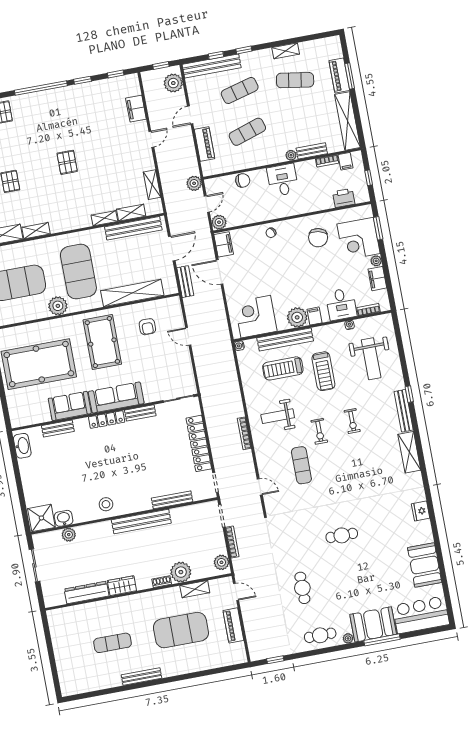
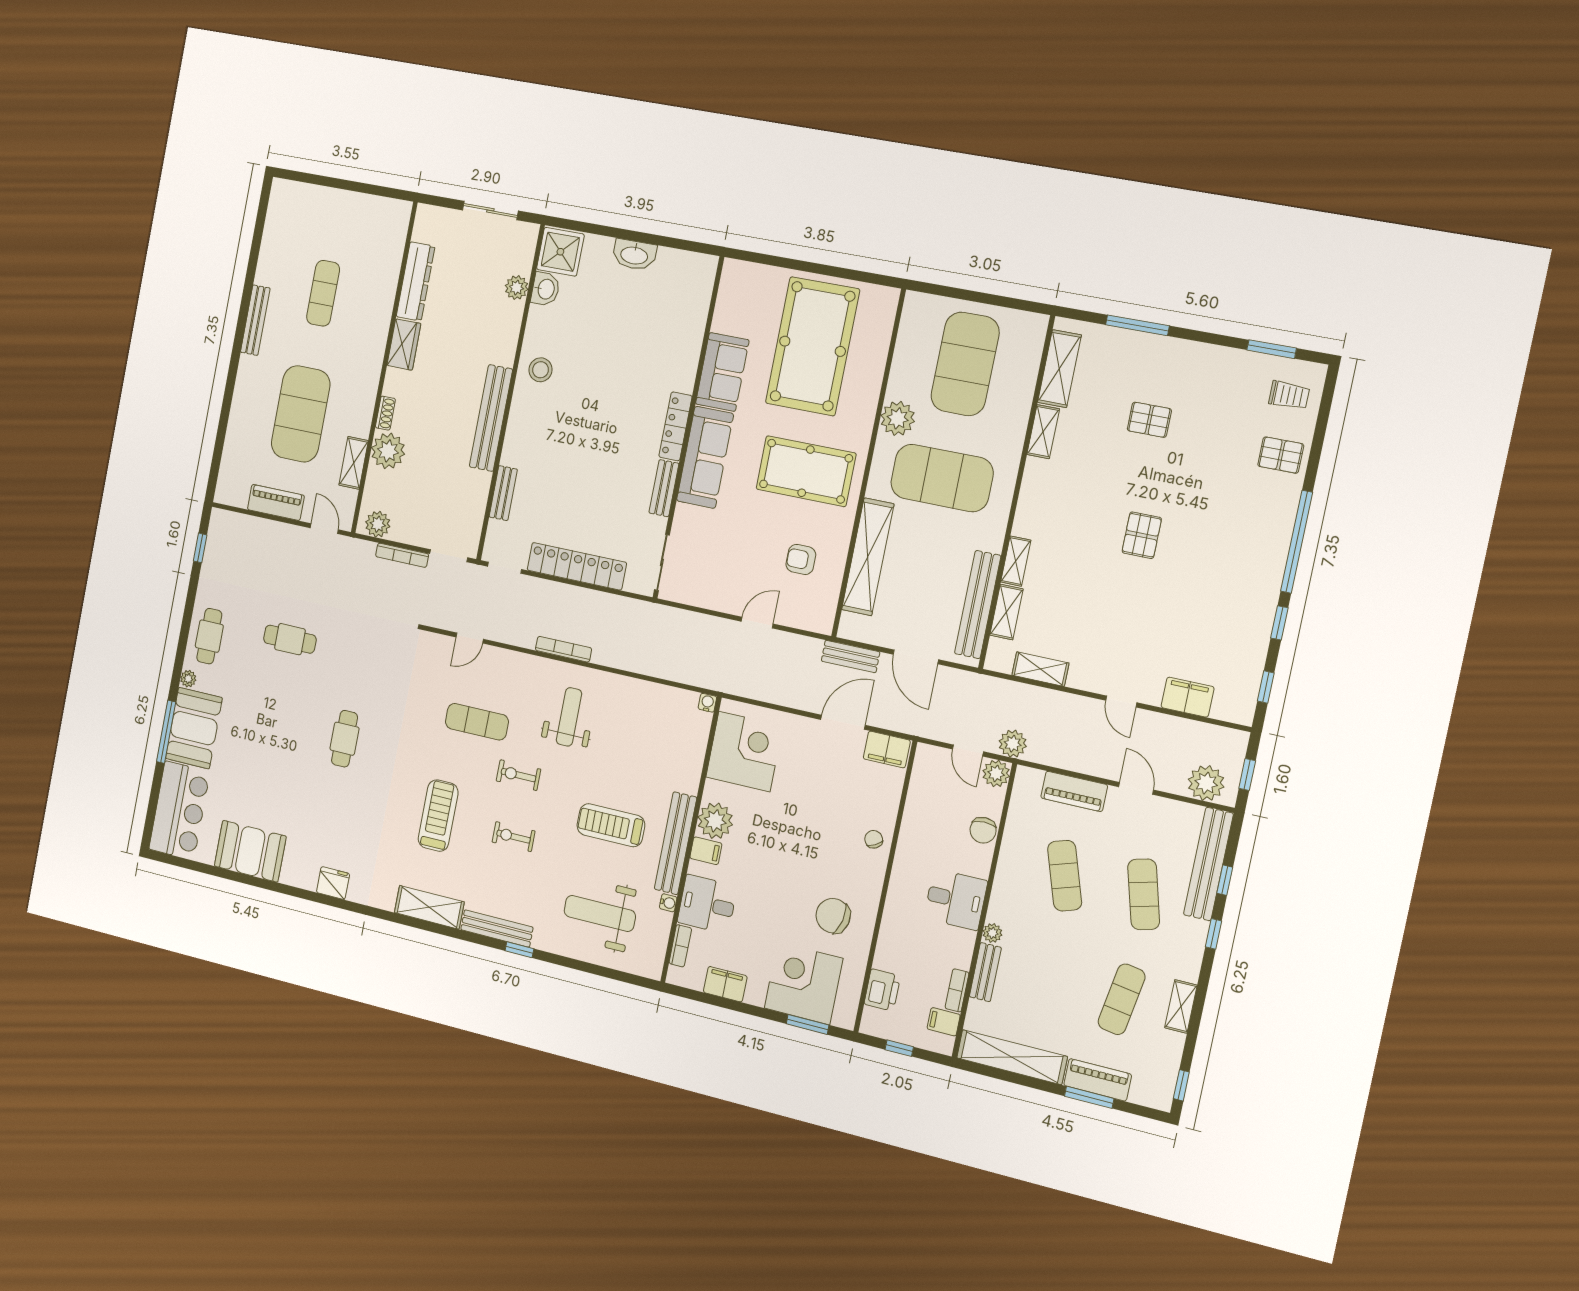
window: (323, 35) -> (1181, 1085), added
pallet: (67, 162) -> (1142, 535), turned 90
plant: (219, 222) -> (996, 773), moved
plant: (376, 261) -> (755, 996), removed
bench: (285, 339) -> (676, 843), moved
treadmill: (283, 368) -> (438, 816), moved
bench: (58, 429) -> (693, 337), removed
washbasin: (22, 446) -> (634, 255), moved
bench: (172, 500) -> (503, 493), width x0.73
door: (236, 592) -> (324, 529), swing flipped

